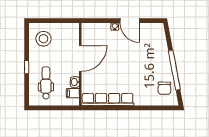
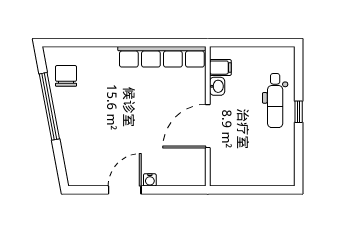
door: (130, 21) -> (125, 190), hinge flipped
stool: (44, 39) -> (270, 159), removed
dental chair: (46, 83) -> (275, 101), moved

